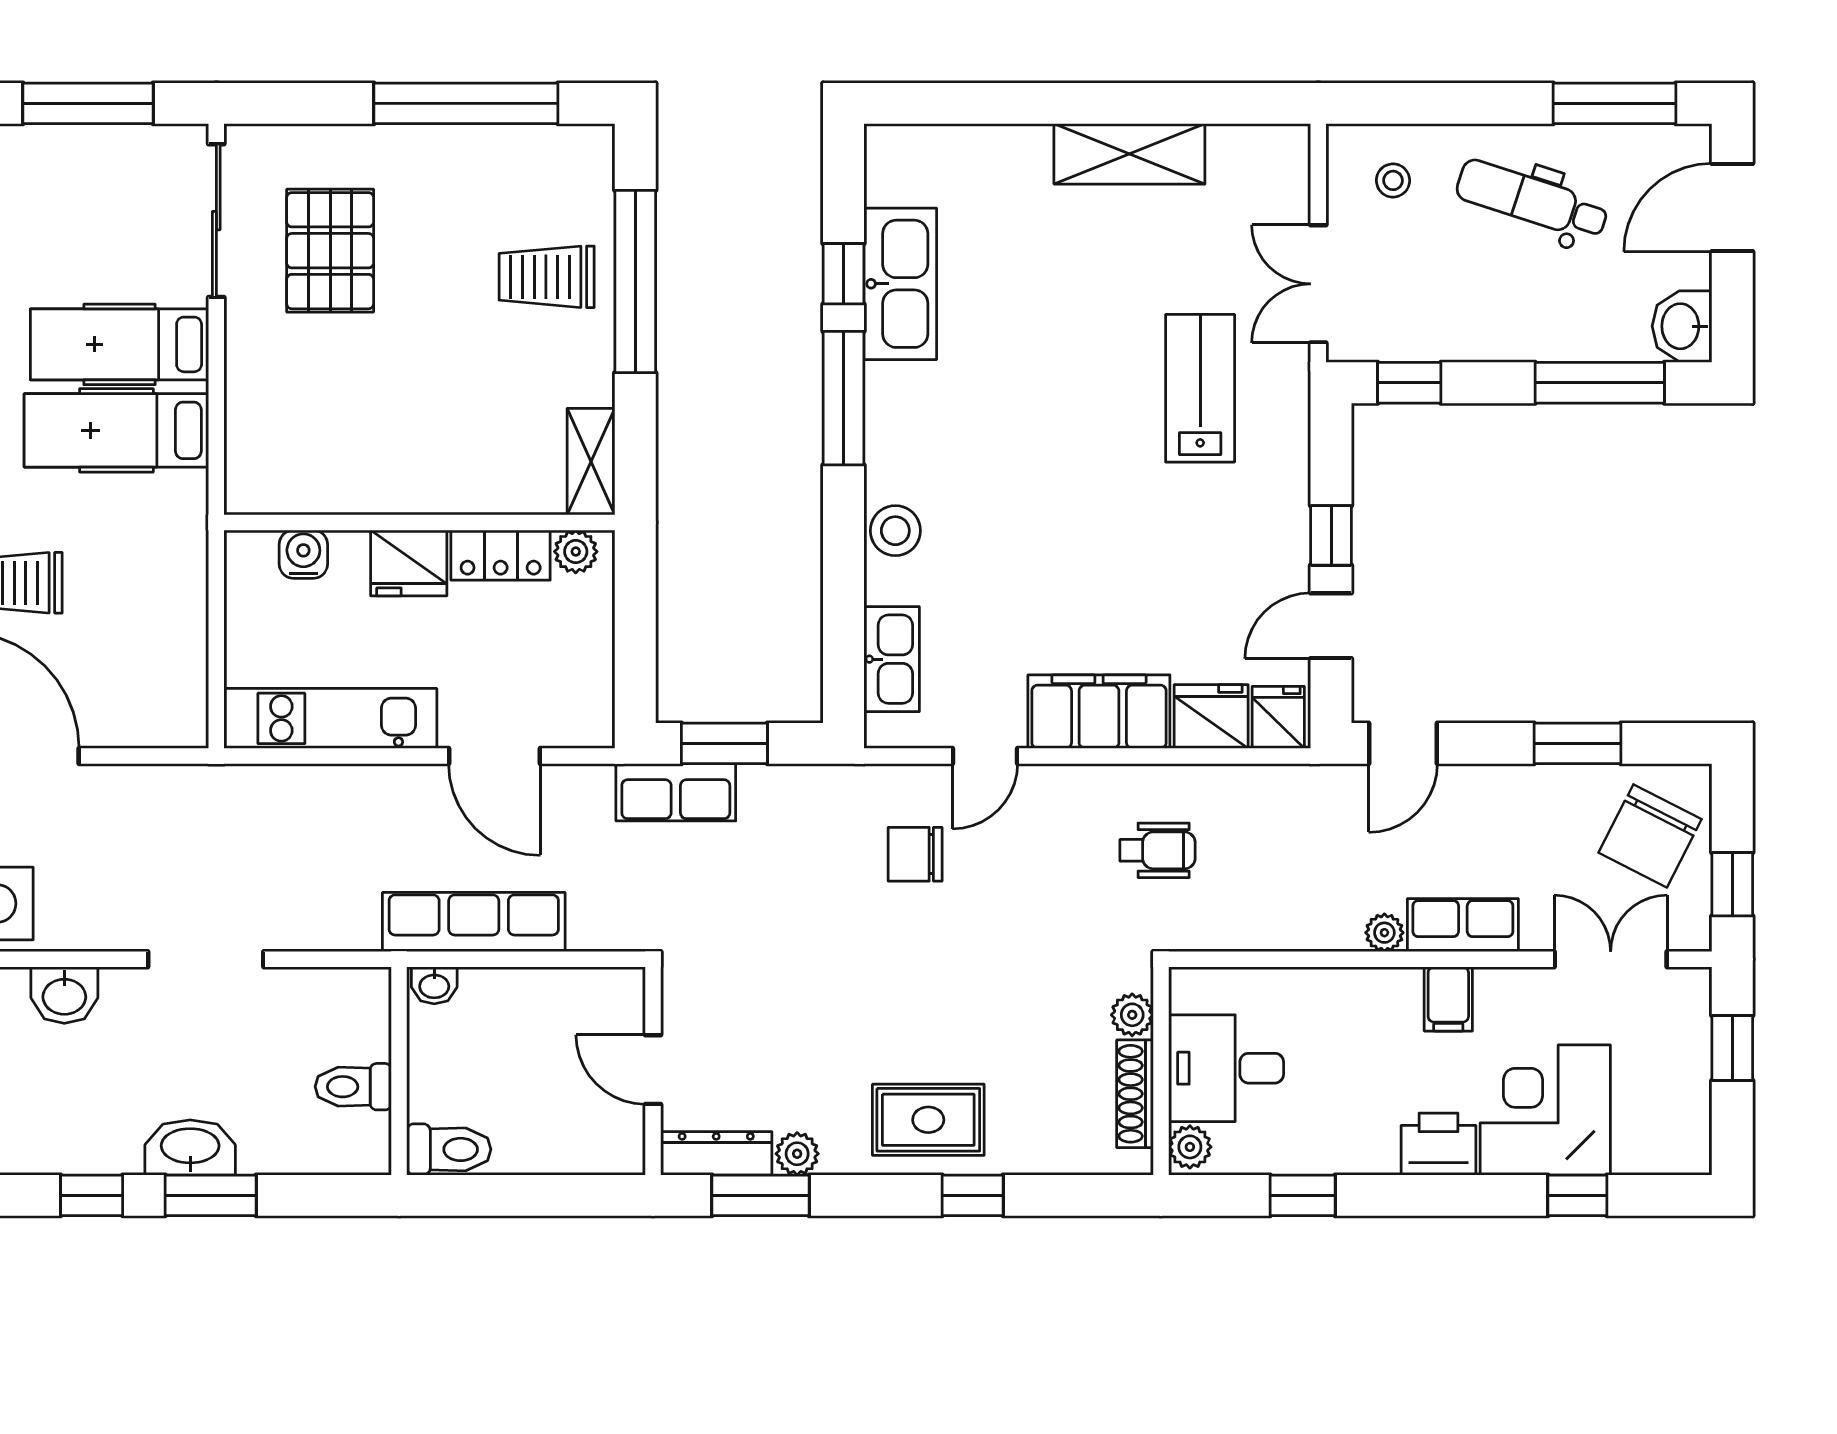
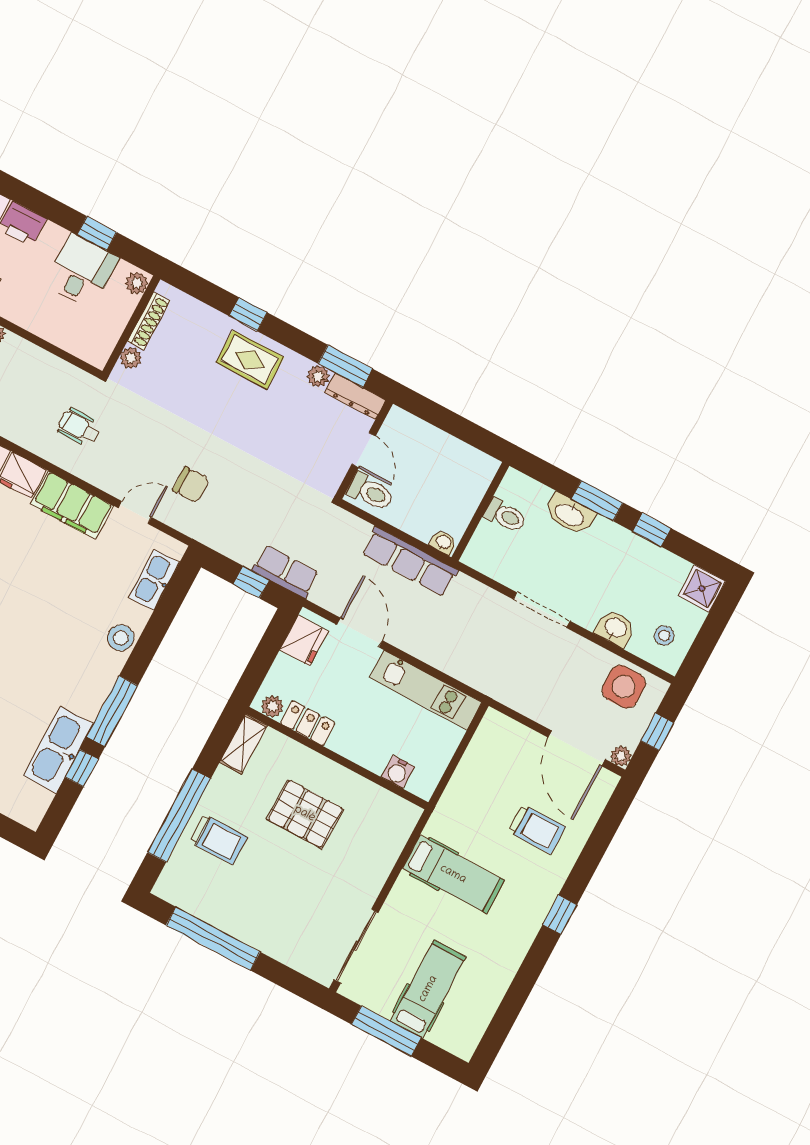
pallet: (330, 251) -> (305, 814), moved, turned 90
hospital bed: (119, 344) -> (428, 989), moved, turned -90
fridge: (409, 563) -> (304, 641), moved, turned 90
window: (724, 743) -> (251, 582), width x0.67
desk: (1226, 1068) -> (81, 271), moved, turned -90
washbasin: (190, 1147) -> (570, 514), moved
toilet: (449, 1149) -> (371, 492), moved, turned 180

